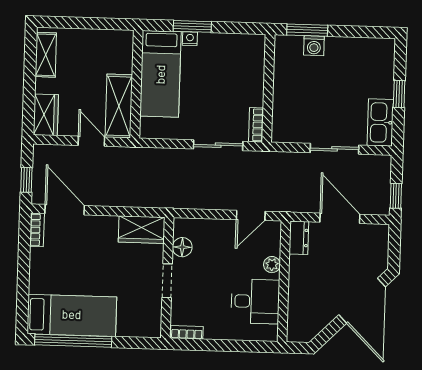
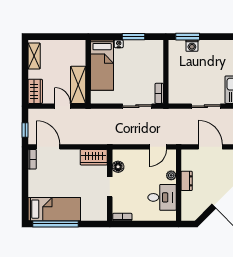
window: (192, 26) -> (133, 37), moved
dresser: (299, 238) -> (187, 181), moved

